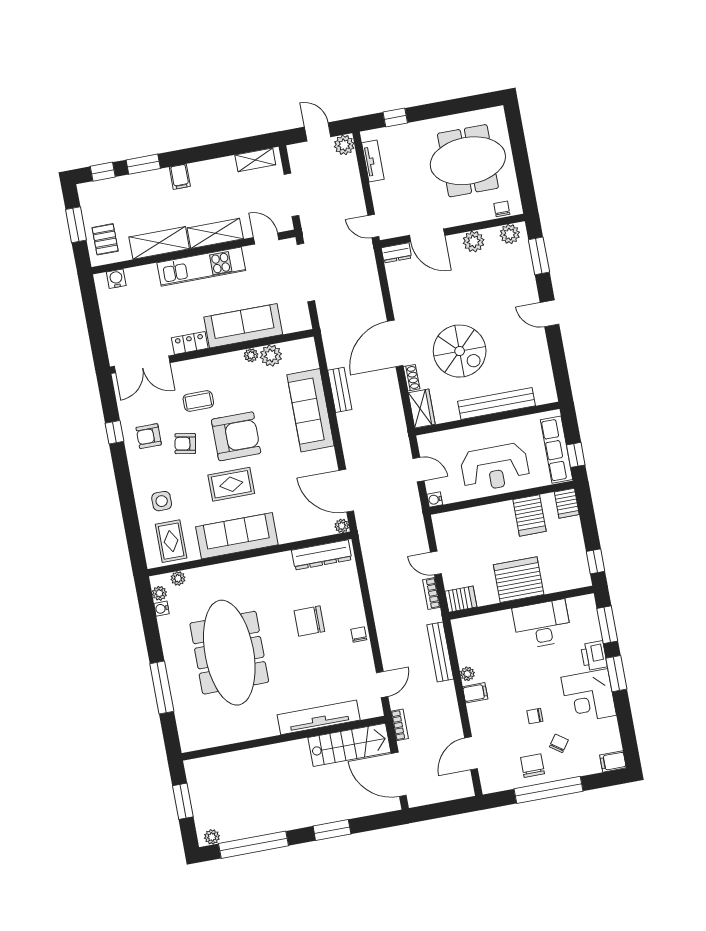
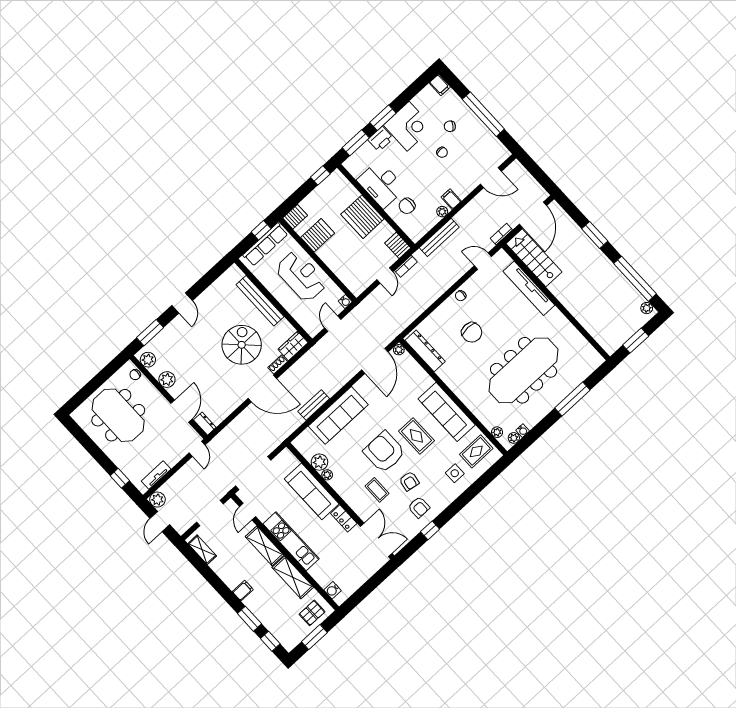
chair: (533, 766) -> (407, 206), moved

